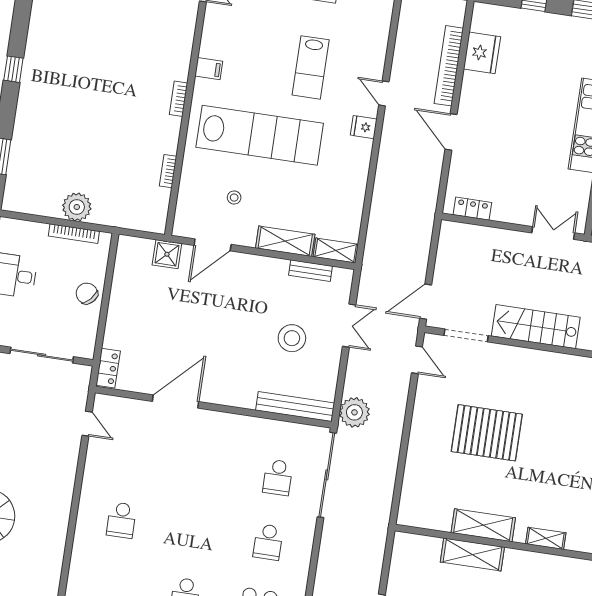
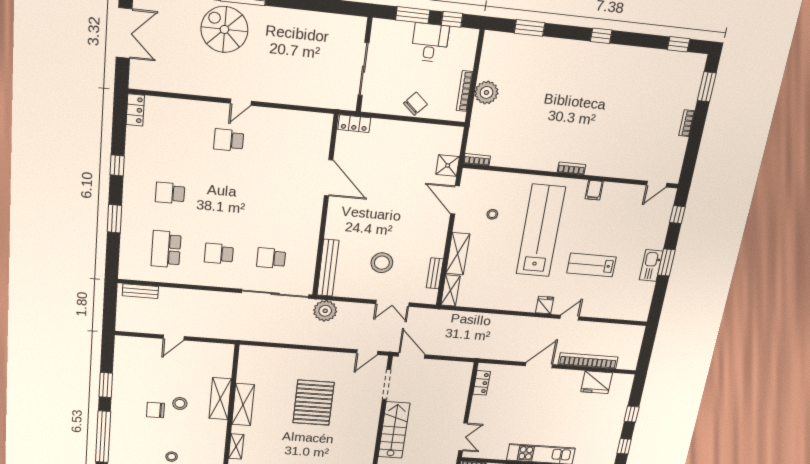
lab bench: (260, 135) -> (541, 231), turned 180
bookcase: (168, 171) -> (477, 160), moved
door: (87, 424) -> (241, 102), moved

